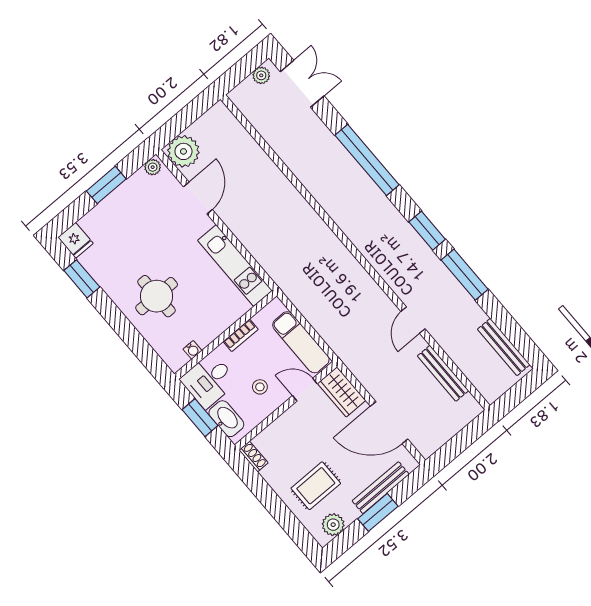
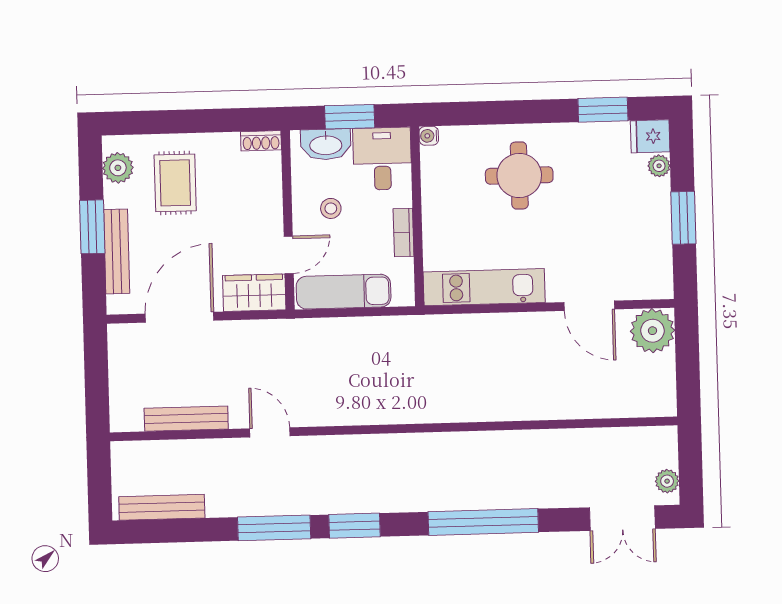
plant: (153, 167) -> (659, 166), moved
water cooler: (192, 350) -> (429, 136), moved

